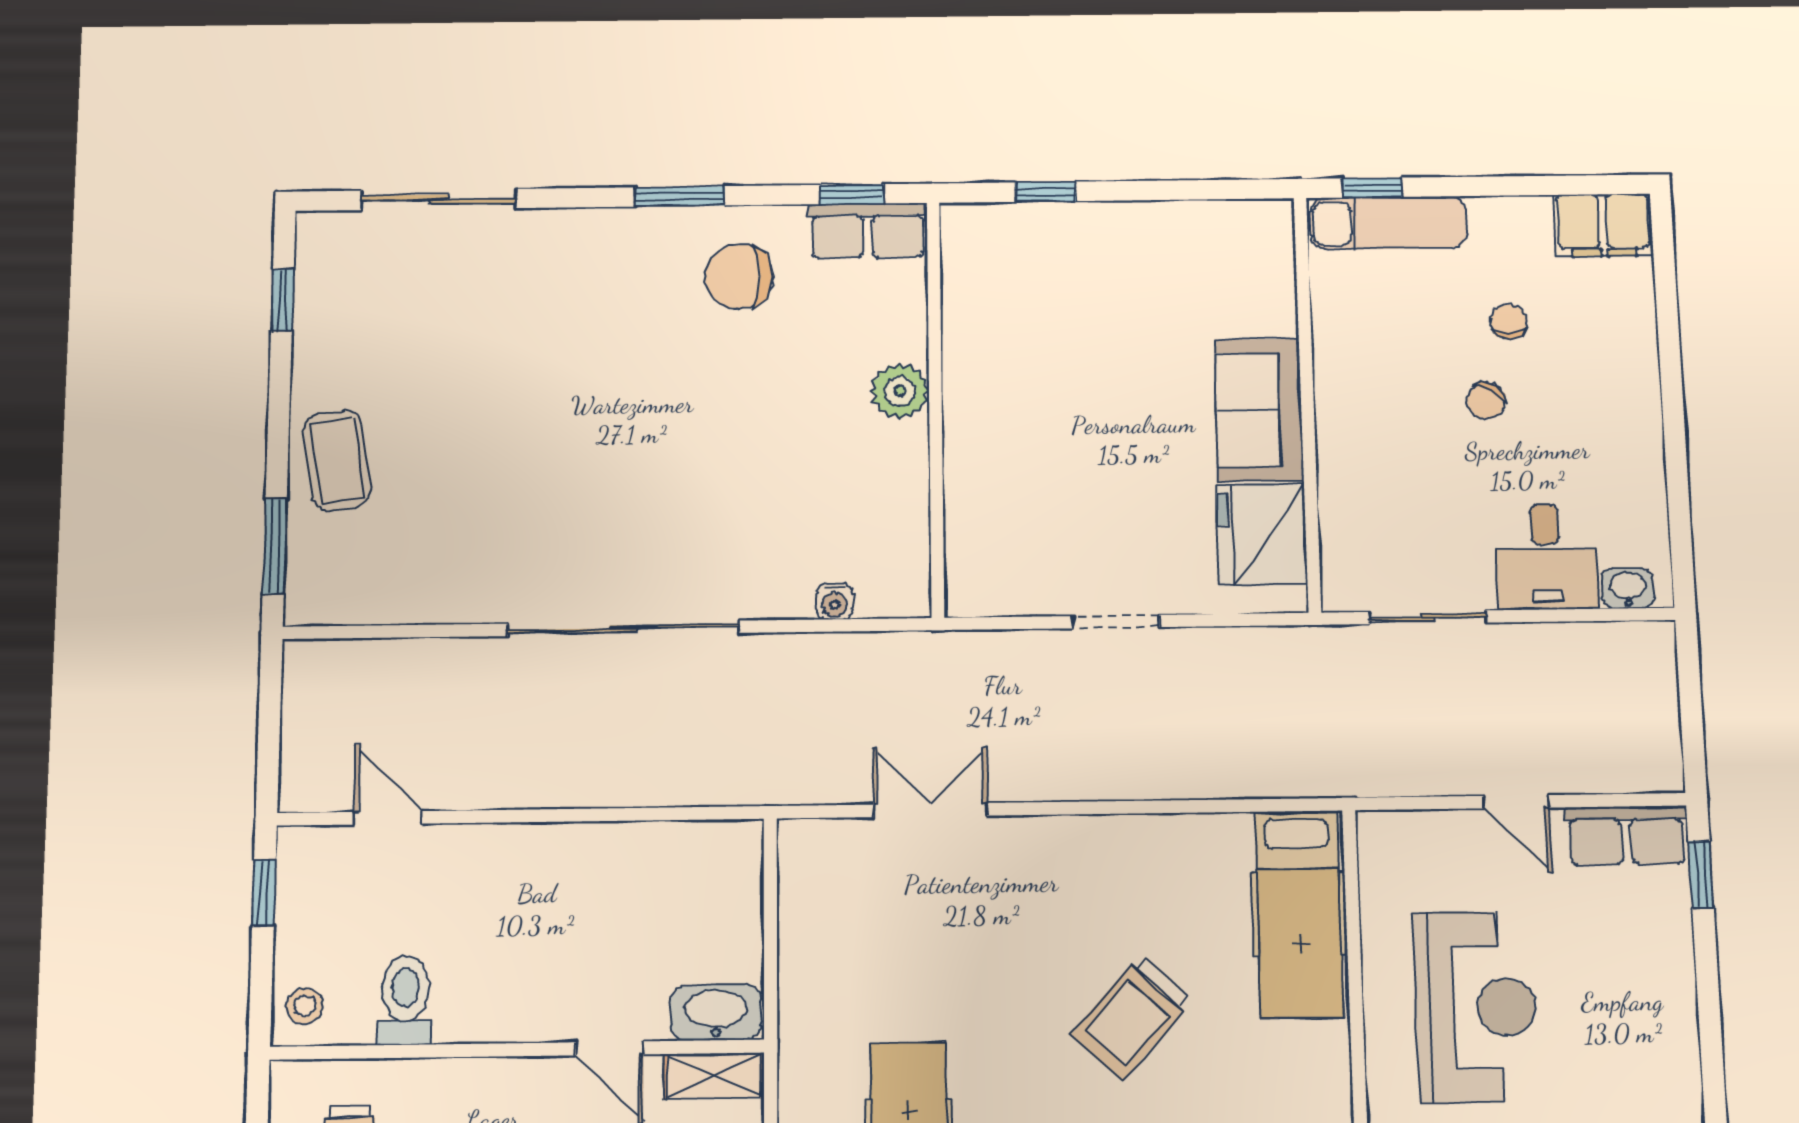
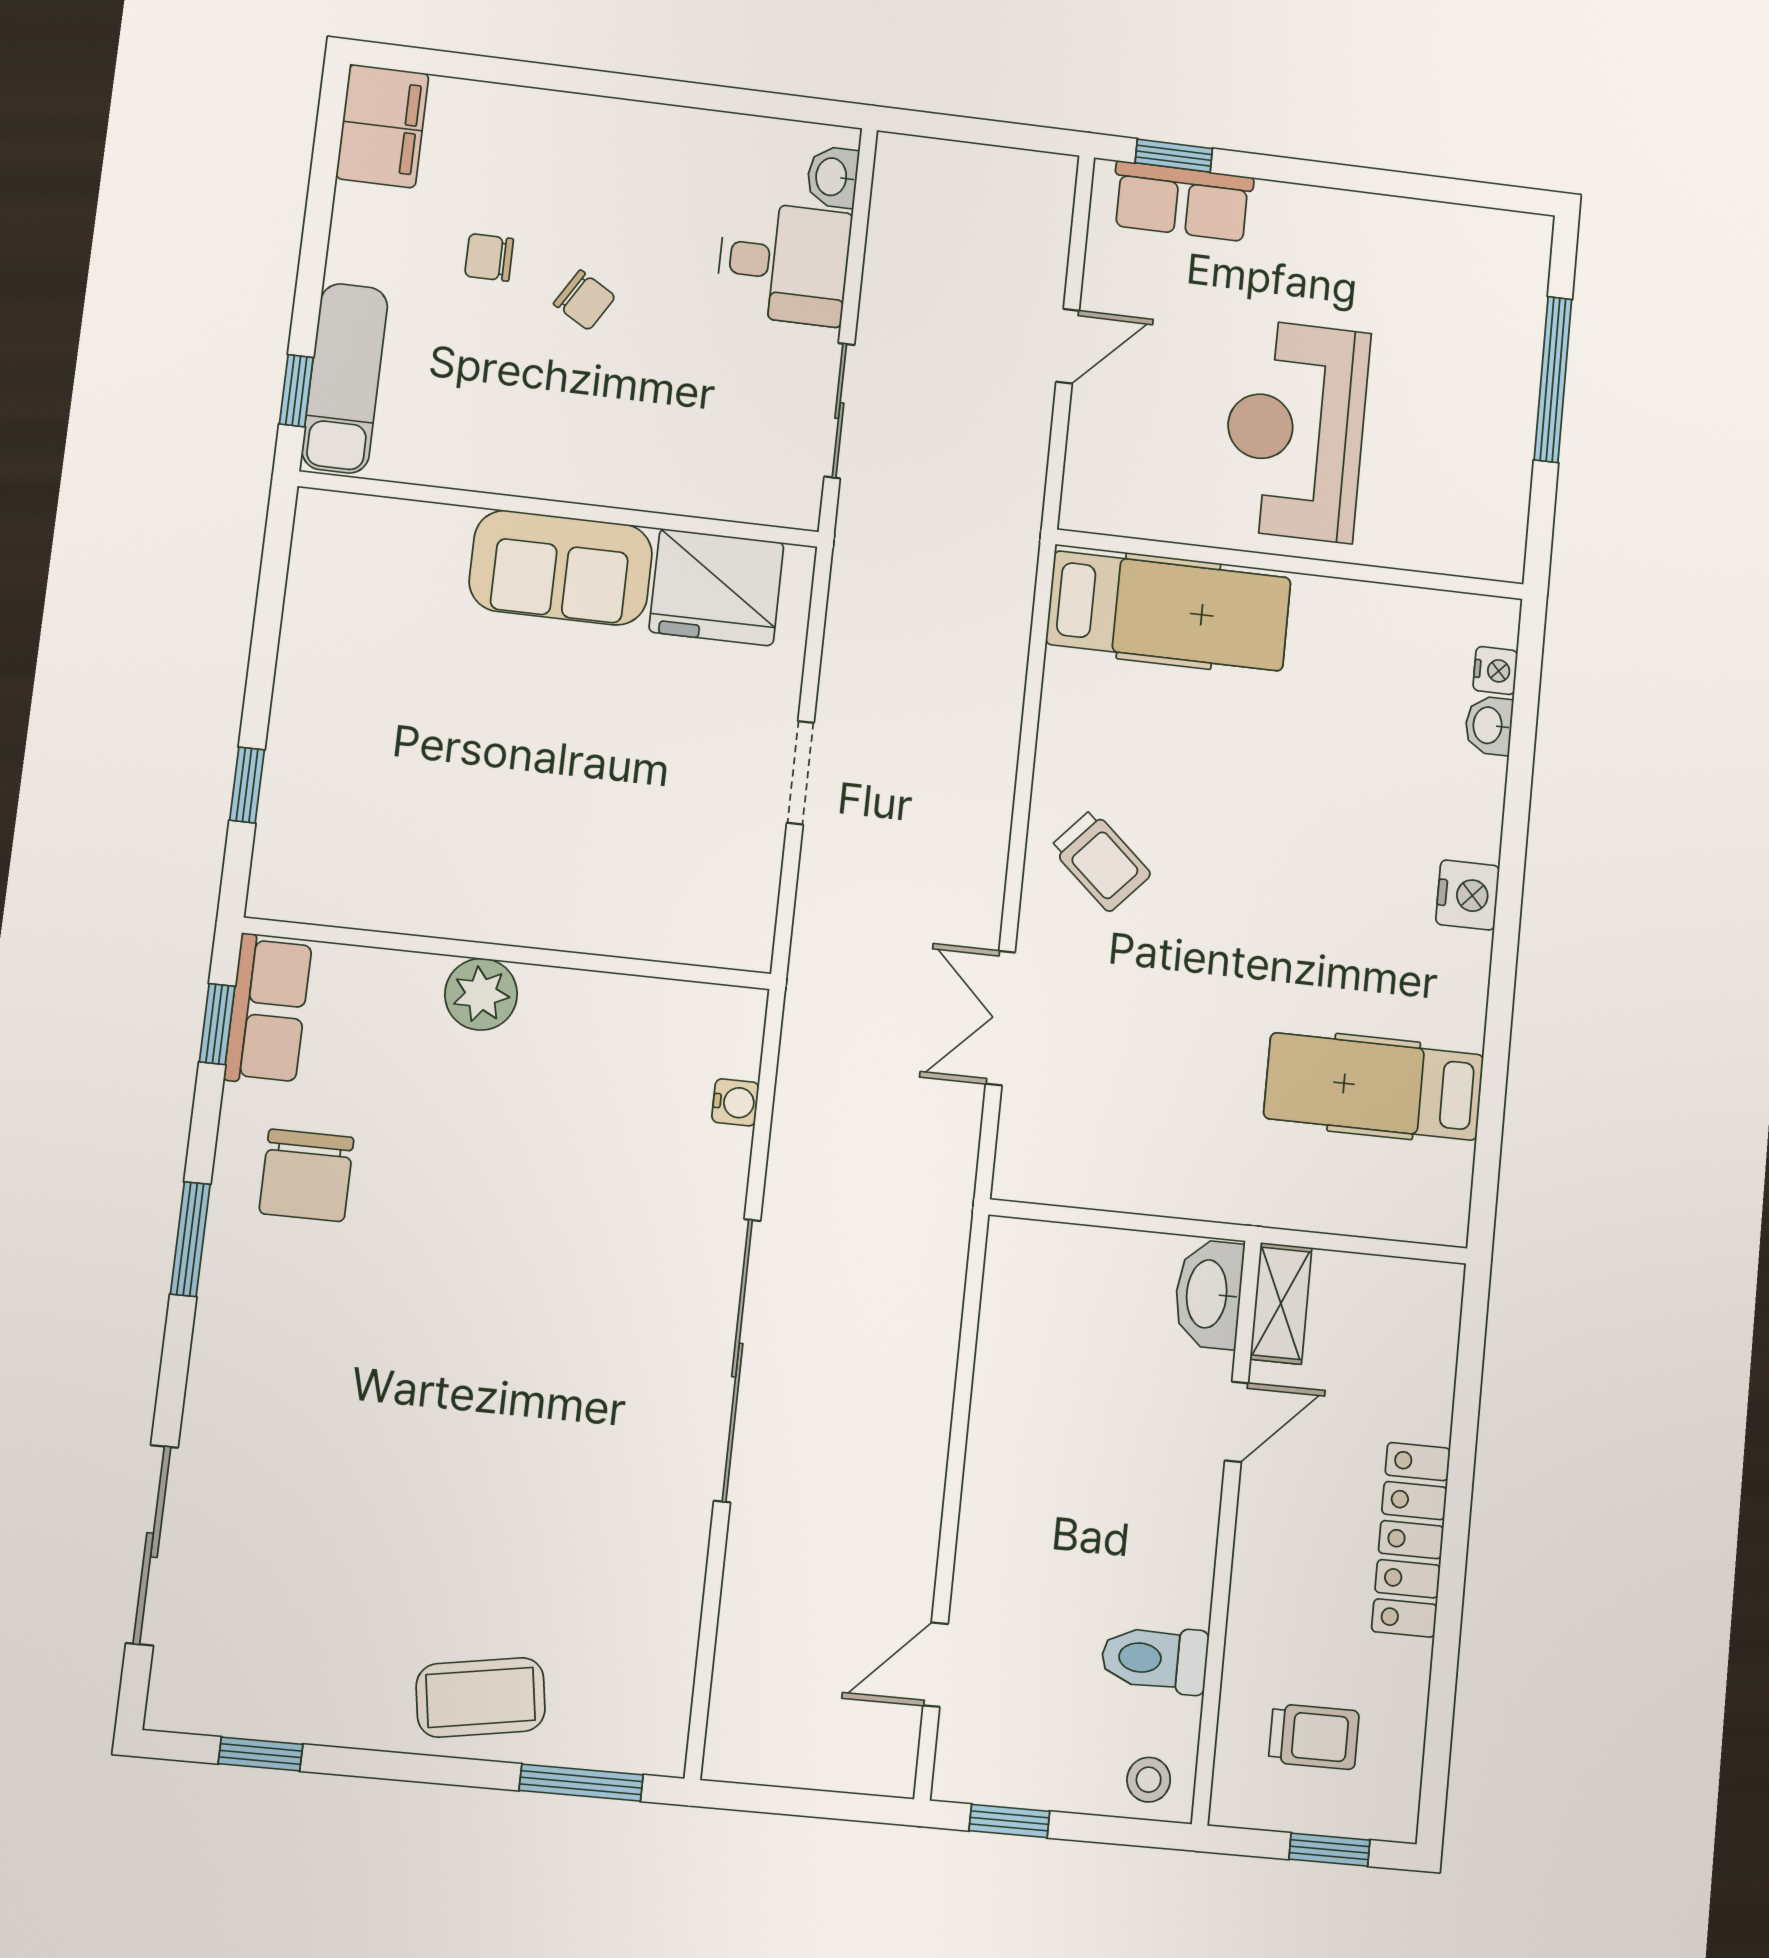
row of seats: (1626, 835) -> (1182, 201), moved, turned 90
reception desk: (1476, 1007) -> (1295, 430), turned -90
trolley: (1132, 1017) -> (1101, 861), moved, width x0.73, depth x0.72

